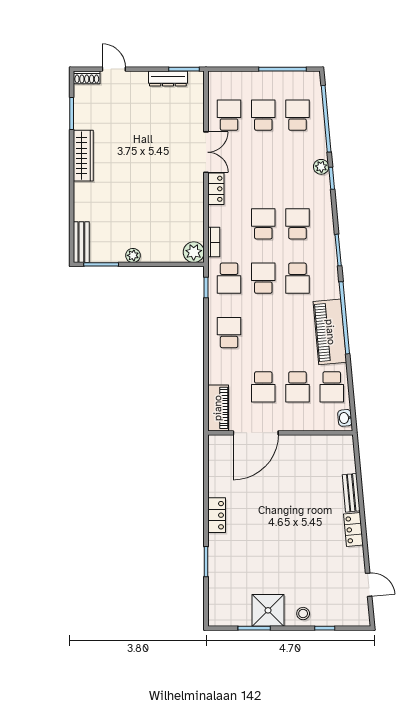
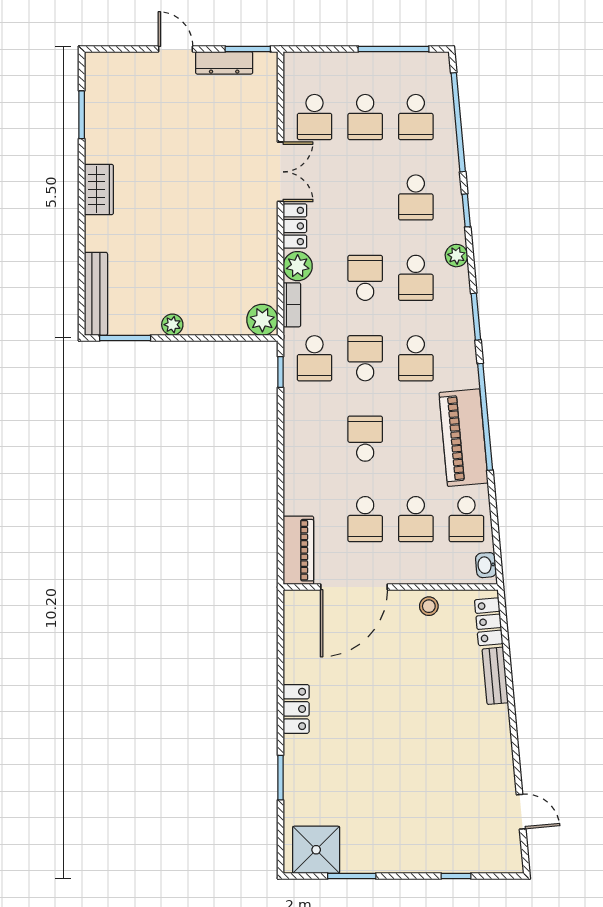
door: (114, 69) -> (176, 49), moved
shoe rack: (87, 77) -> (104, 61), removed
school desk: (229, 115) -> (315, 117), turned 180
school desk: (263, 115) -> (365, 117), turned 180
school desk: (298, 115) -> (416, 117), turned 180
wardrobe: (83, 156) -> (99, 189), width x0.67
plant: (321, 167) -> (456, 256), moved
school desk: (298, 169) -> (416, 197), added
plant: (218, 216) -> (298, 266), added
school desk: (298, 224) -> (416, 278), turned 180
bench: (81, 242) -> (96, 294), width x1.36
school desk: (229, 333) -> (365, 439), moved
locker: (353, 530) -> (489, 622), moved
shower: (268, 610) -> (316, 850), moved
stool: (303, 614) -> (429, 606), moved

